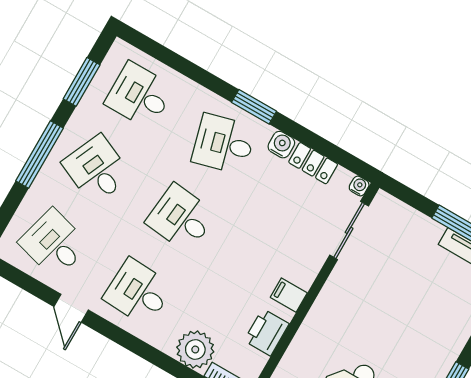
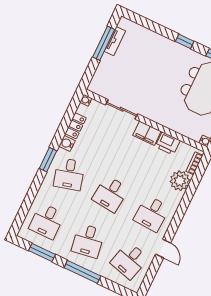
desk: (97, 169) -> (88, 241), turned -33
sliding door: (349, 230) -> (122, 109), moved
filing cabinet: (289, 295) -> (147, 133), width x2.00
door: (71, 308) -> (163, 249), hinge flipped

